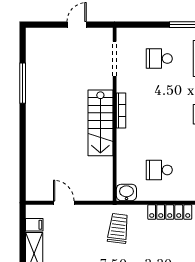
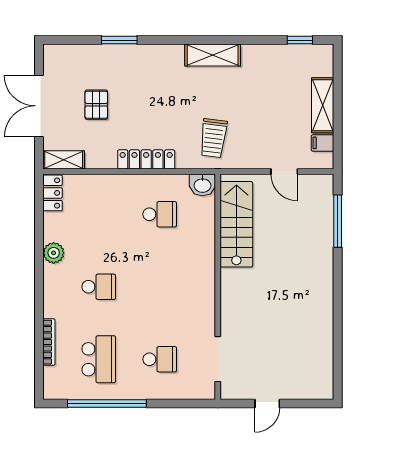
window: (23, 83) -> (338, 221), moved
bookcase: (121, 110) -> (210, 292), removed
stairs: (100, 123) -> (236, 224), moved

